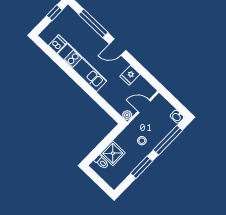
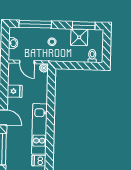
washbasin: (177, 117) -> (13, 43), moved
shower: (113, 153) -> (79, 37), moved
window: (142, 167) -> (84, 26), moved

